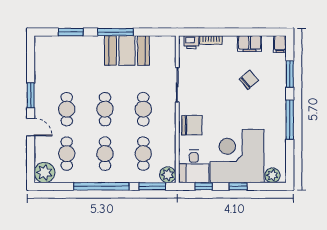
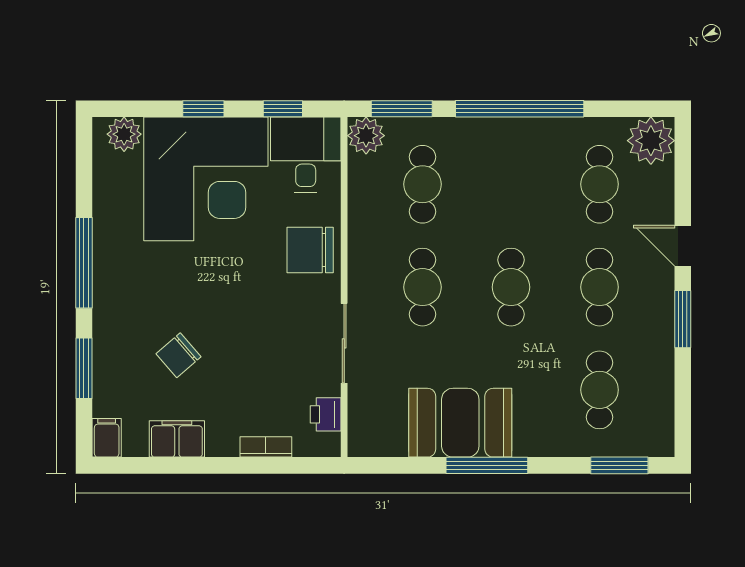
window: (71, 32) -> (619, 465), moved
printer: (191, 42) -> (326, 414), moved, turned -90
cafe table: (105, 154) -> (600, 390), moved

